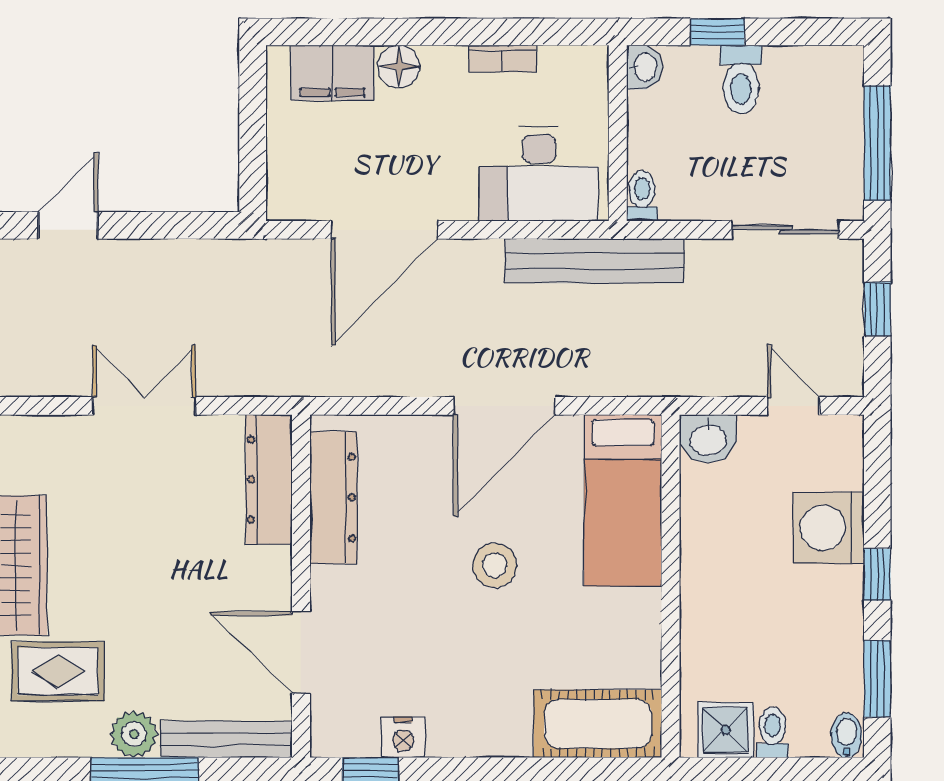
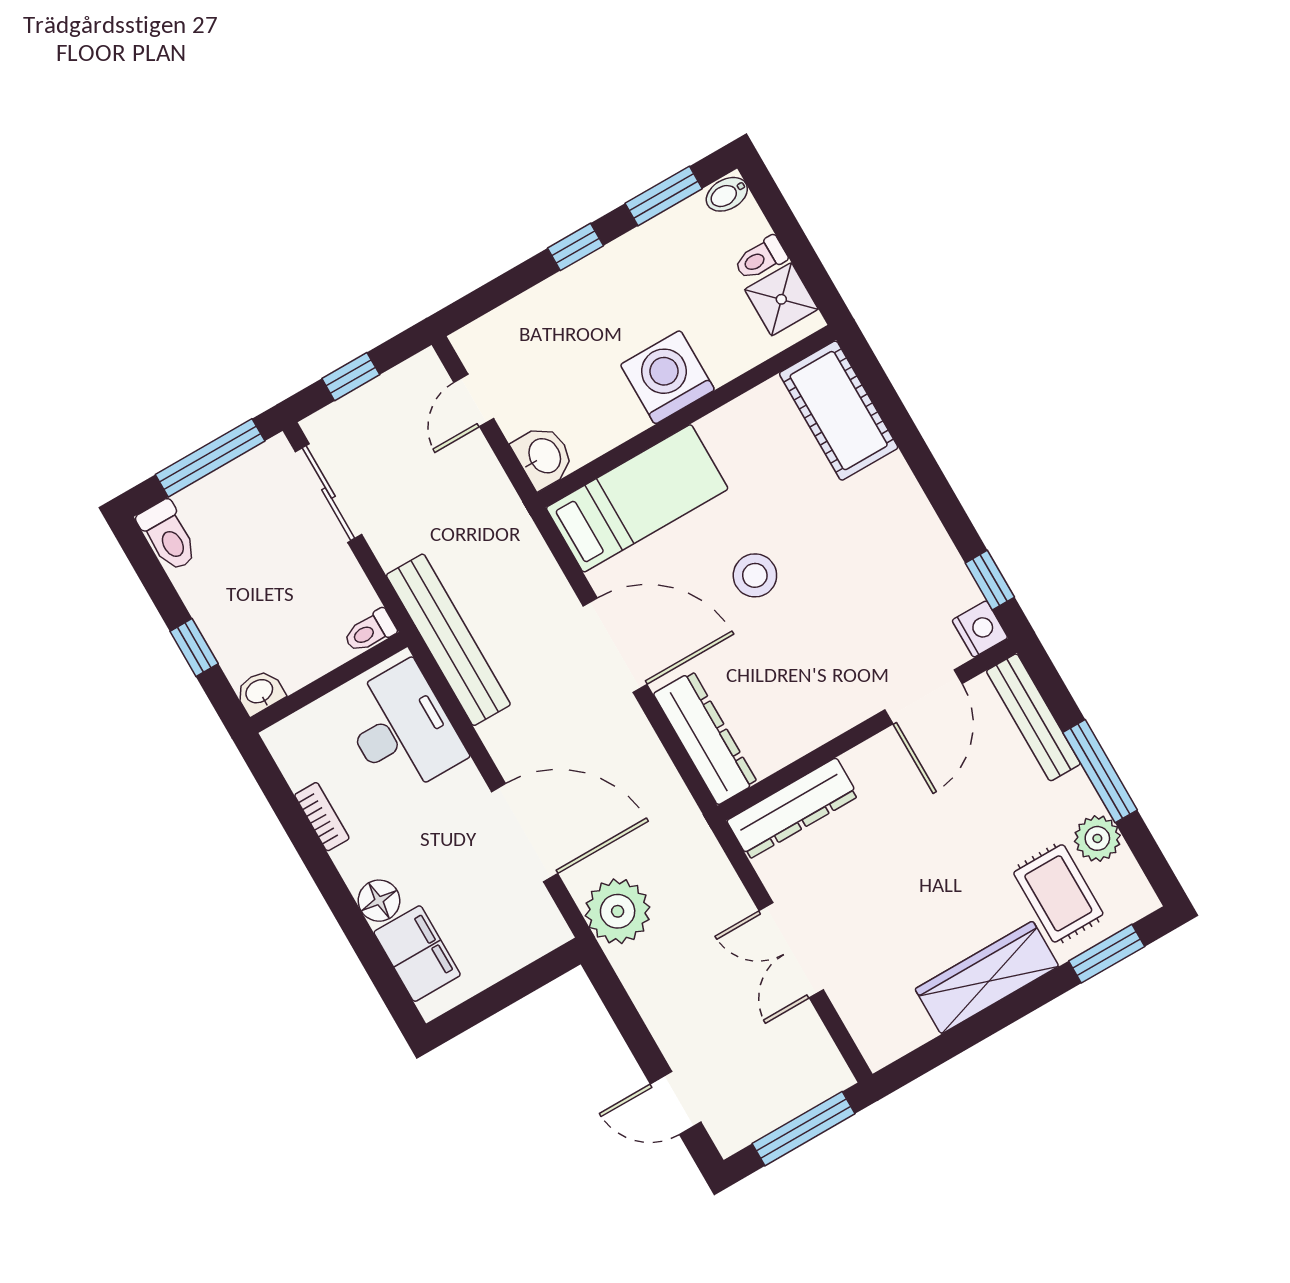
toilet: (741, 79) -> (168, 536), moved, turned 90
plant: (267, 272) -> (618, 911), added
dresser: (333, 498) -> (705, 738), moved, turned 90
washing machine: (829, 528) -> (667, 377), moved, turned 180
plant: (134, 734) -> (1097, 838), moved
nightstand: (403, 737) -> (980, 629), moved

